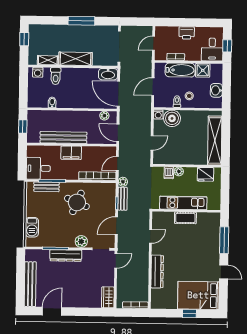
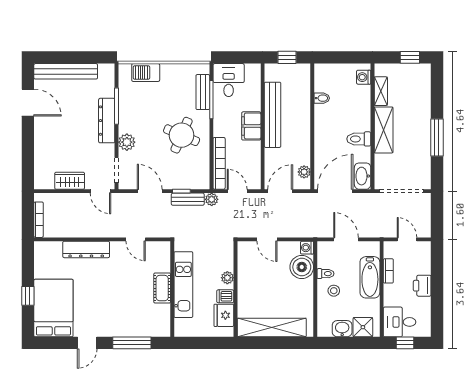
shower: (203, 70) -> (363, 327), moved
toilet: (56, 76) -> (359, 139), moved
dishwasher: (169, 173) -> (225, 296), moved
wardrobe: (108, 297) -> (70, 181), moved

